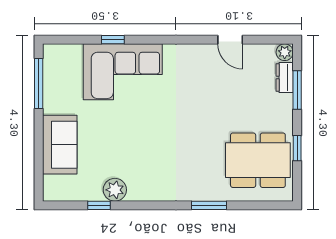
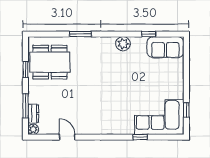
corner sofa: (123, 72) -> (159, 117), moved
window: (39, 83) -> (186, 110), width x0.46
sofa: (60, 145) -> (165, 47), moved, turned -90
plant: (115, 190) -> (123, 44), moved

